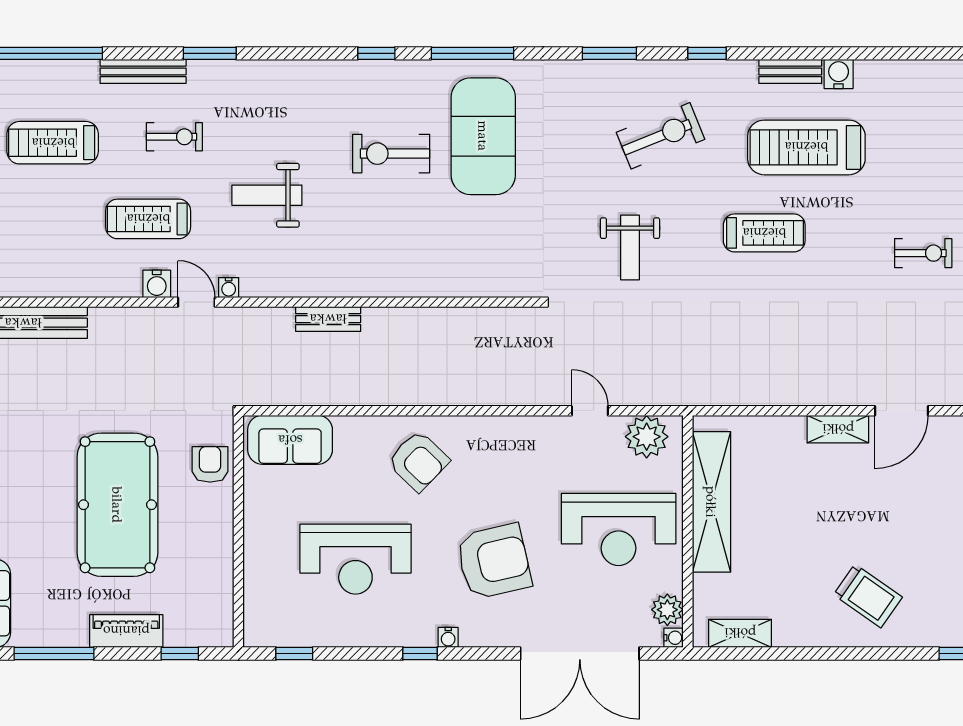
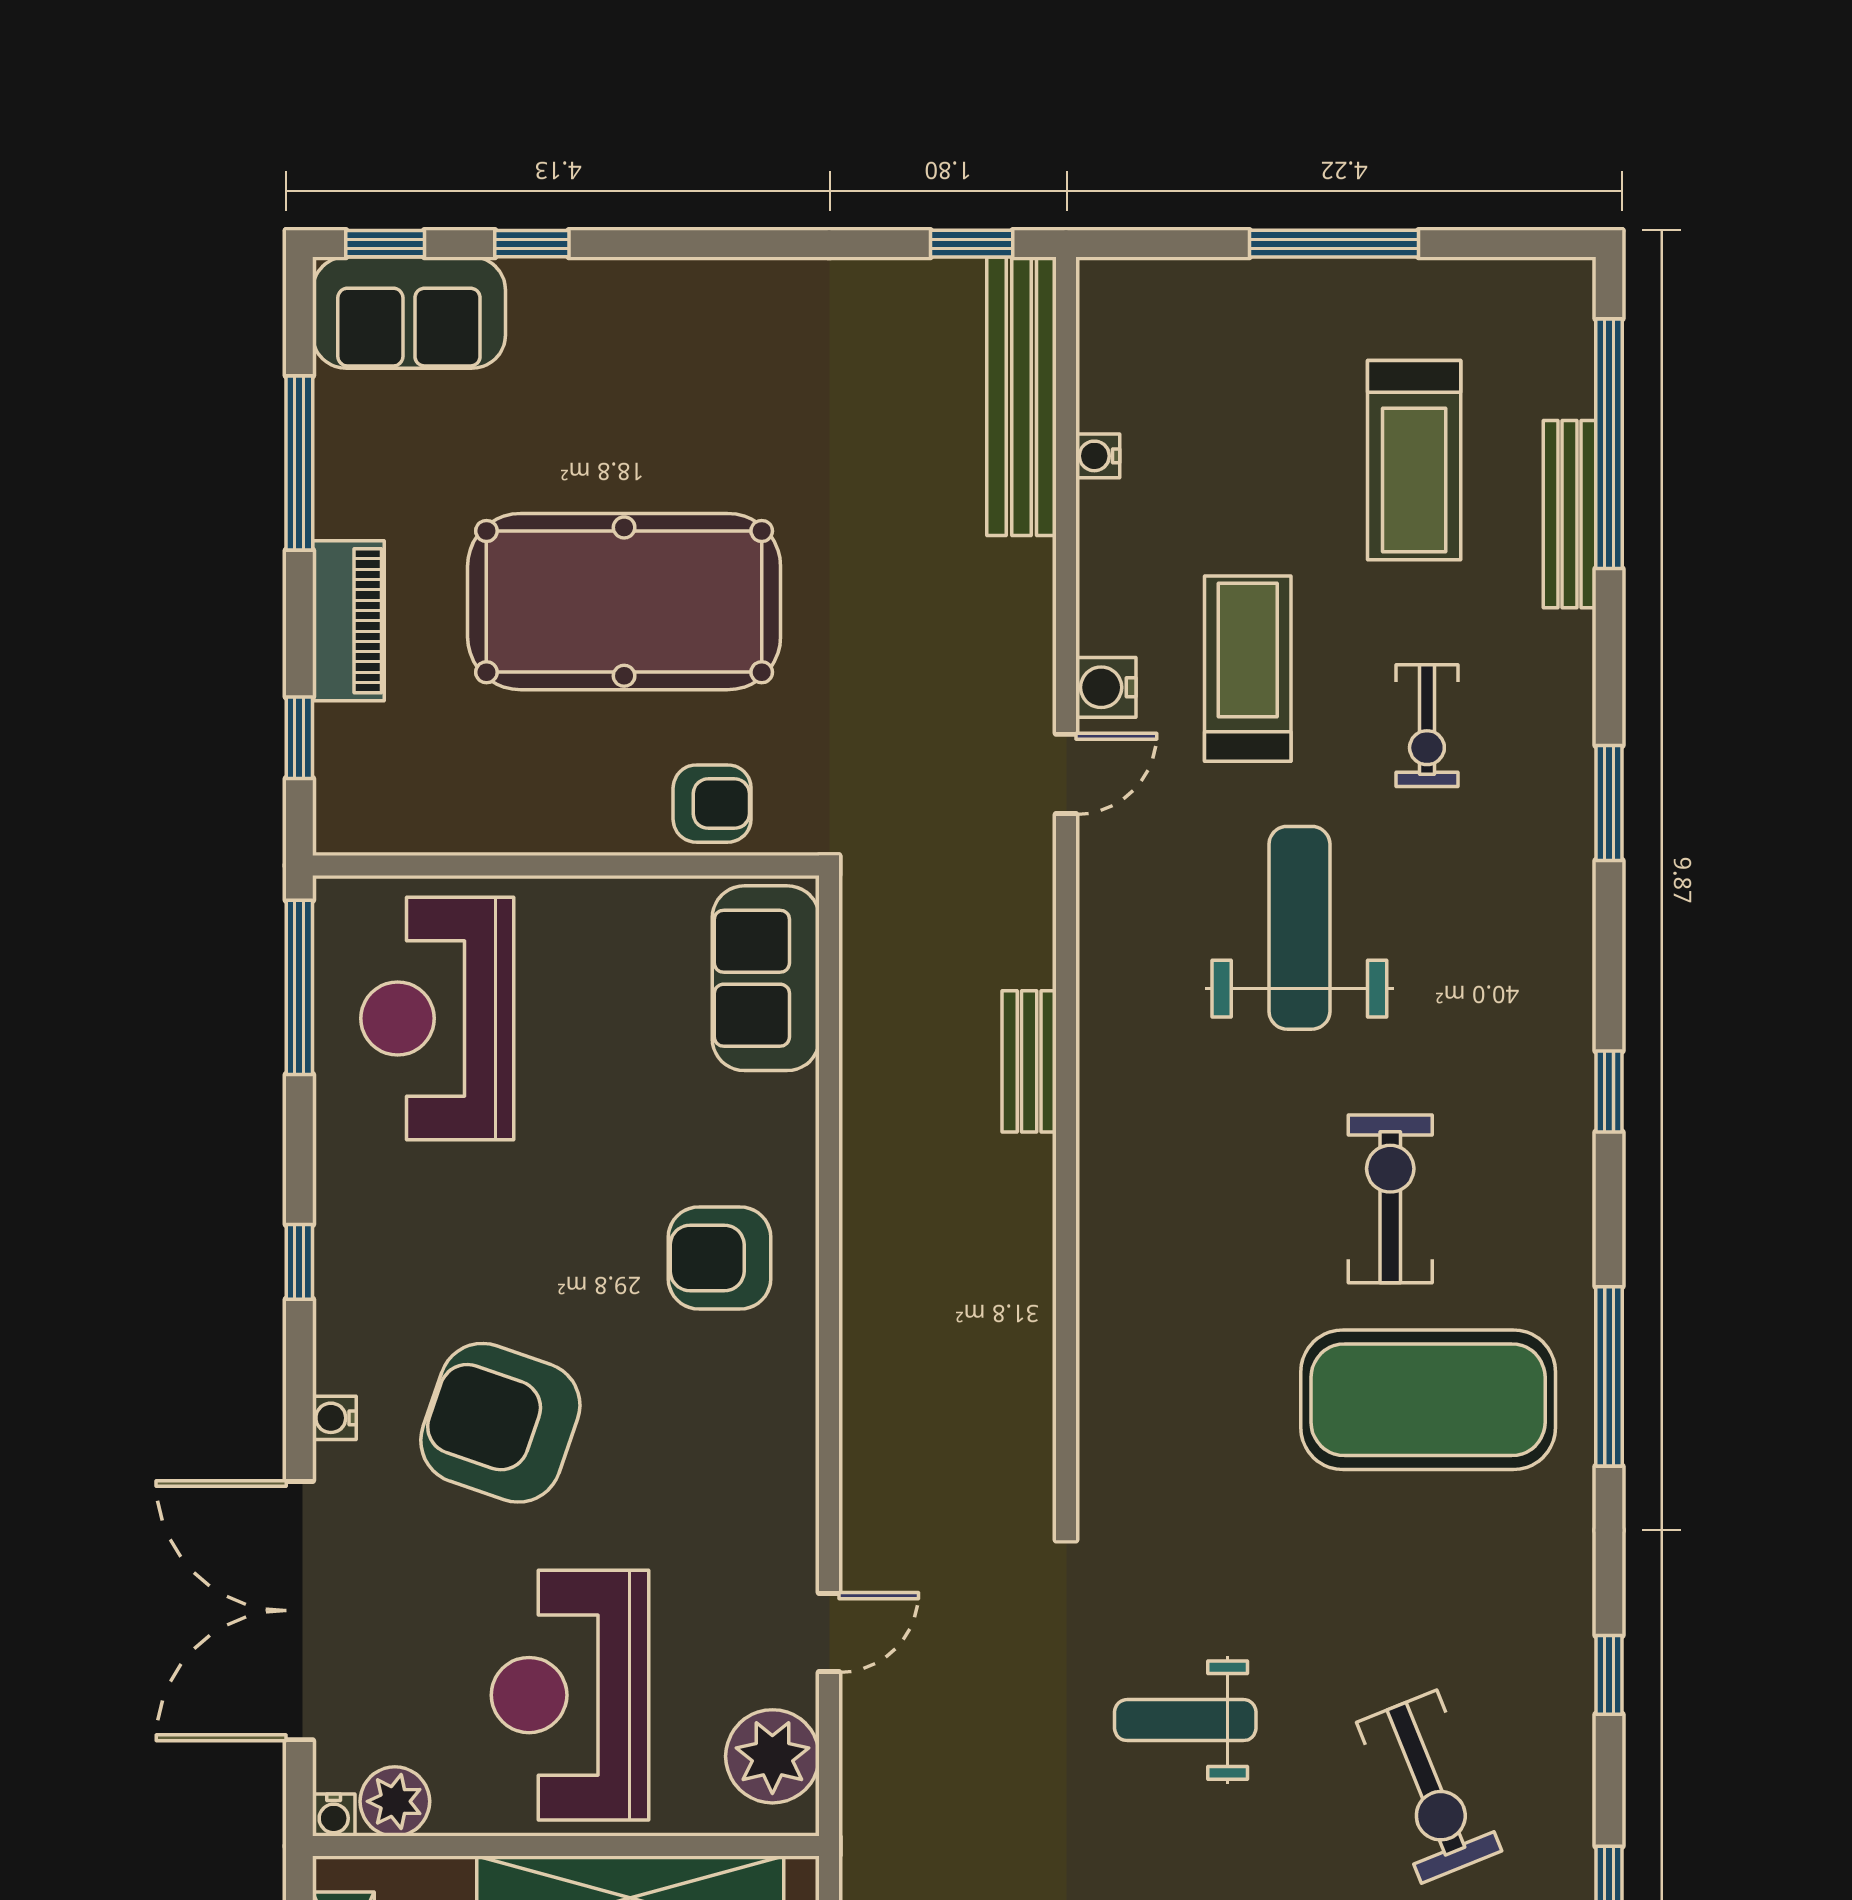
window: (376, 53) -> (1609, 1091), moved
window: (609, 53) -> (1609, 1675), width x0.67
bench: (143, 71) -> (1570, 514), moved
treadmill: (53, 143) -> (1414, 460), turned 180
weight bench: (267, 195) -> (1299, 928), width x1.36, depth x1.33
water cooler: (229, 288) -> (1098, 456), moved
armchair: (418, 461) -> (719, 1258), turned 46
reception desk: (355, 559) -> (437, 1018), moved
armchair: (494, 561) -> (500, 1423), turned 122
water cooler: (448, 637) -> (334, 1418), moved
window: (294, 653) -> (299, 987), width x2.17

